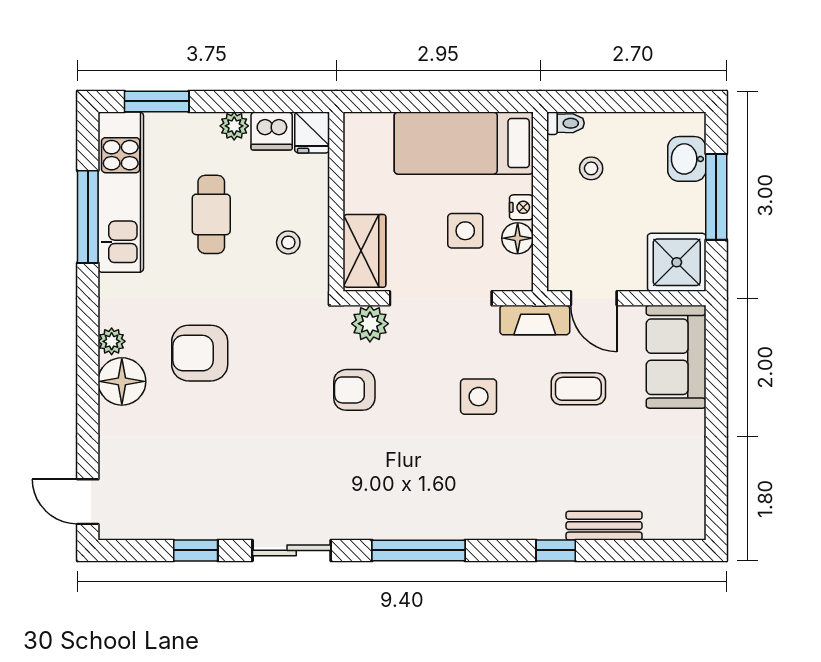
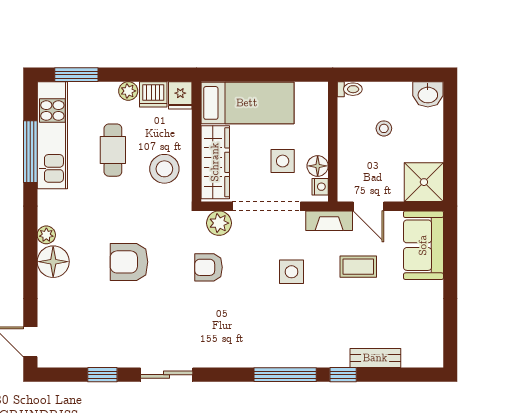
bed: (464, 143) -> (247, 103), moved, turned 180
washbasin: (687, 159) -> (428, 94), moved, turned -90
stool: (591, 168) -> (384, 128), moved
window: (716, 197) -> (450, 138), removed
nightstand: (521, 207) -> (320, 187), moved
stool: (288, 242) -> (164, 169), width x1.89, depth x1.89
wardrobe: (364, 251) -> (215, 162), width x1.50
armchair: (200, 353) -> (129, 262), moved
window: (418, 550) -> (285, 375), moved

